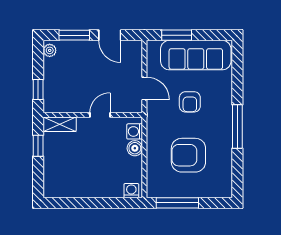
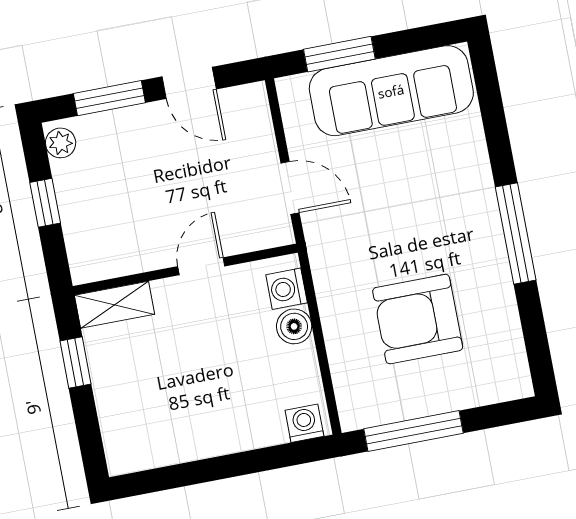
window: (38, 90) -> (45, 203), moved
armchair: (190, 102) -> (398, 199), removed

